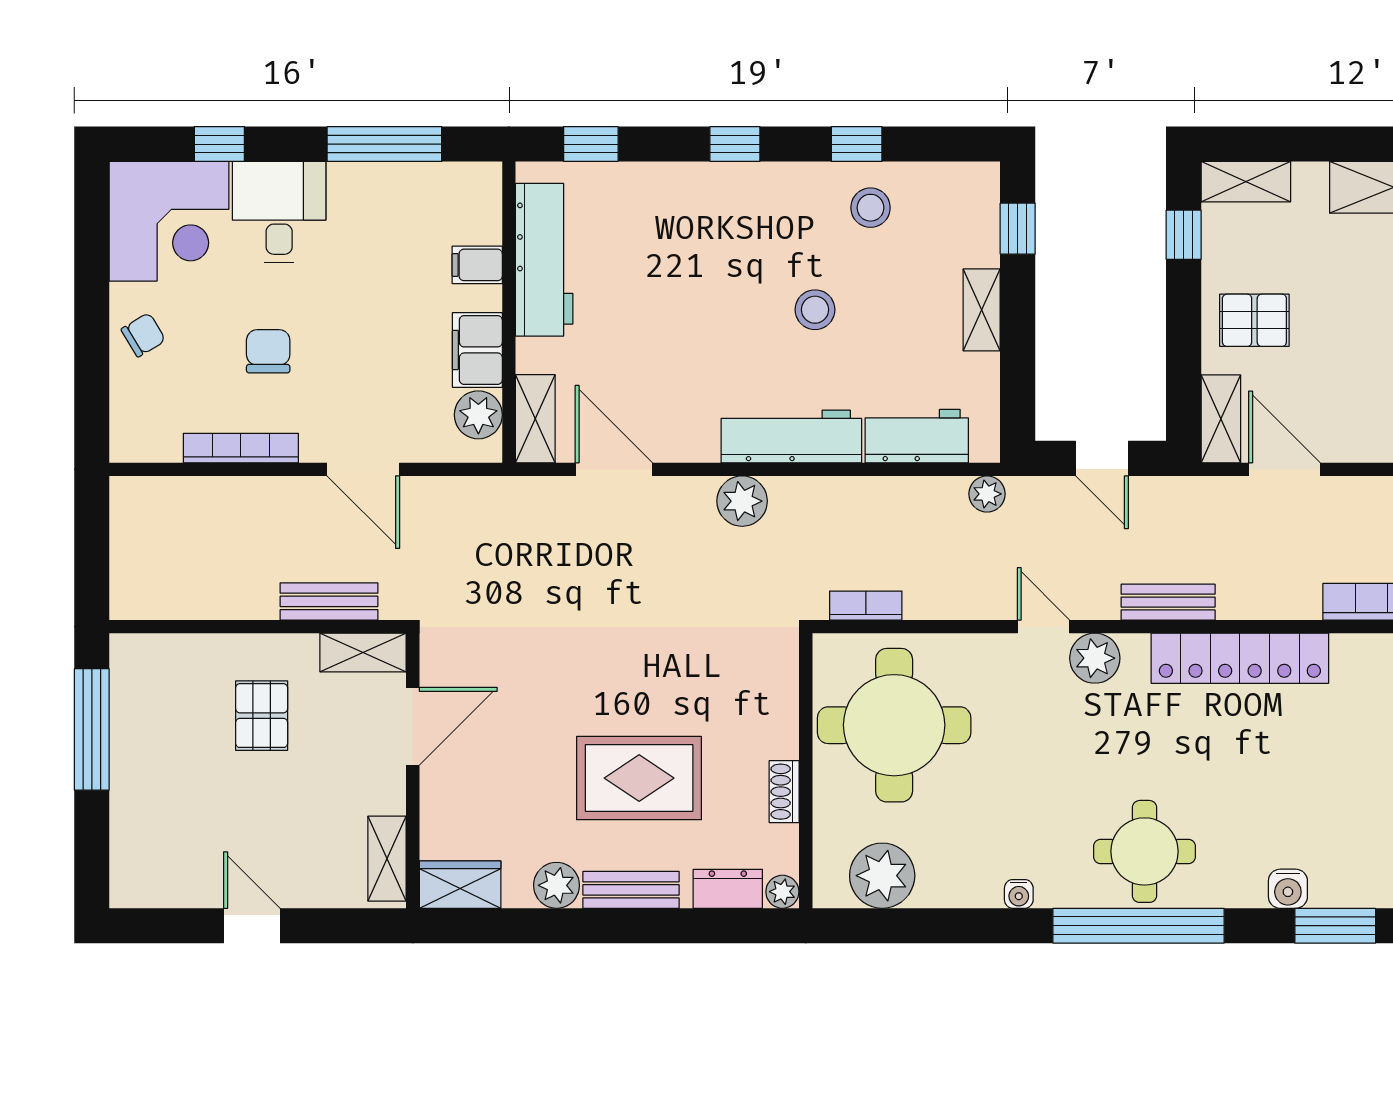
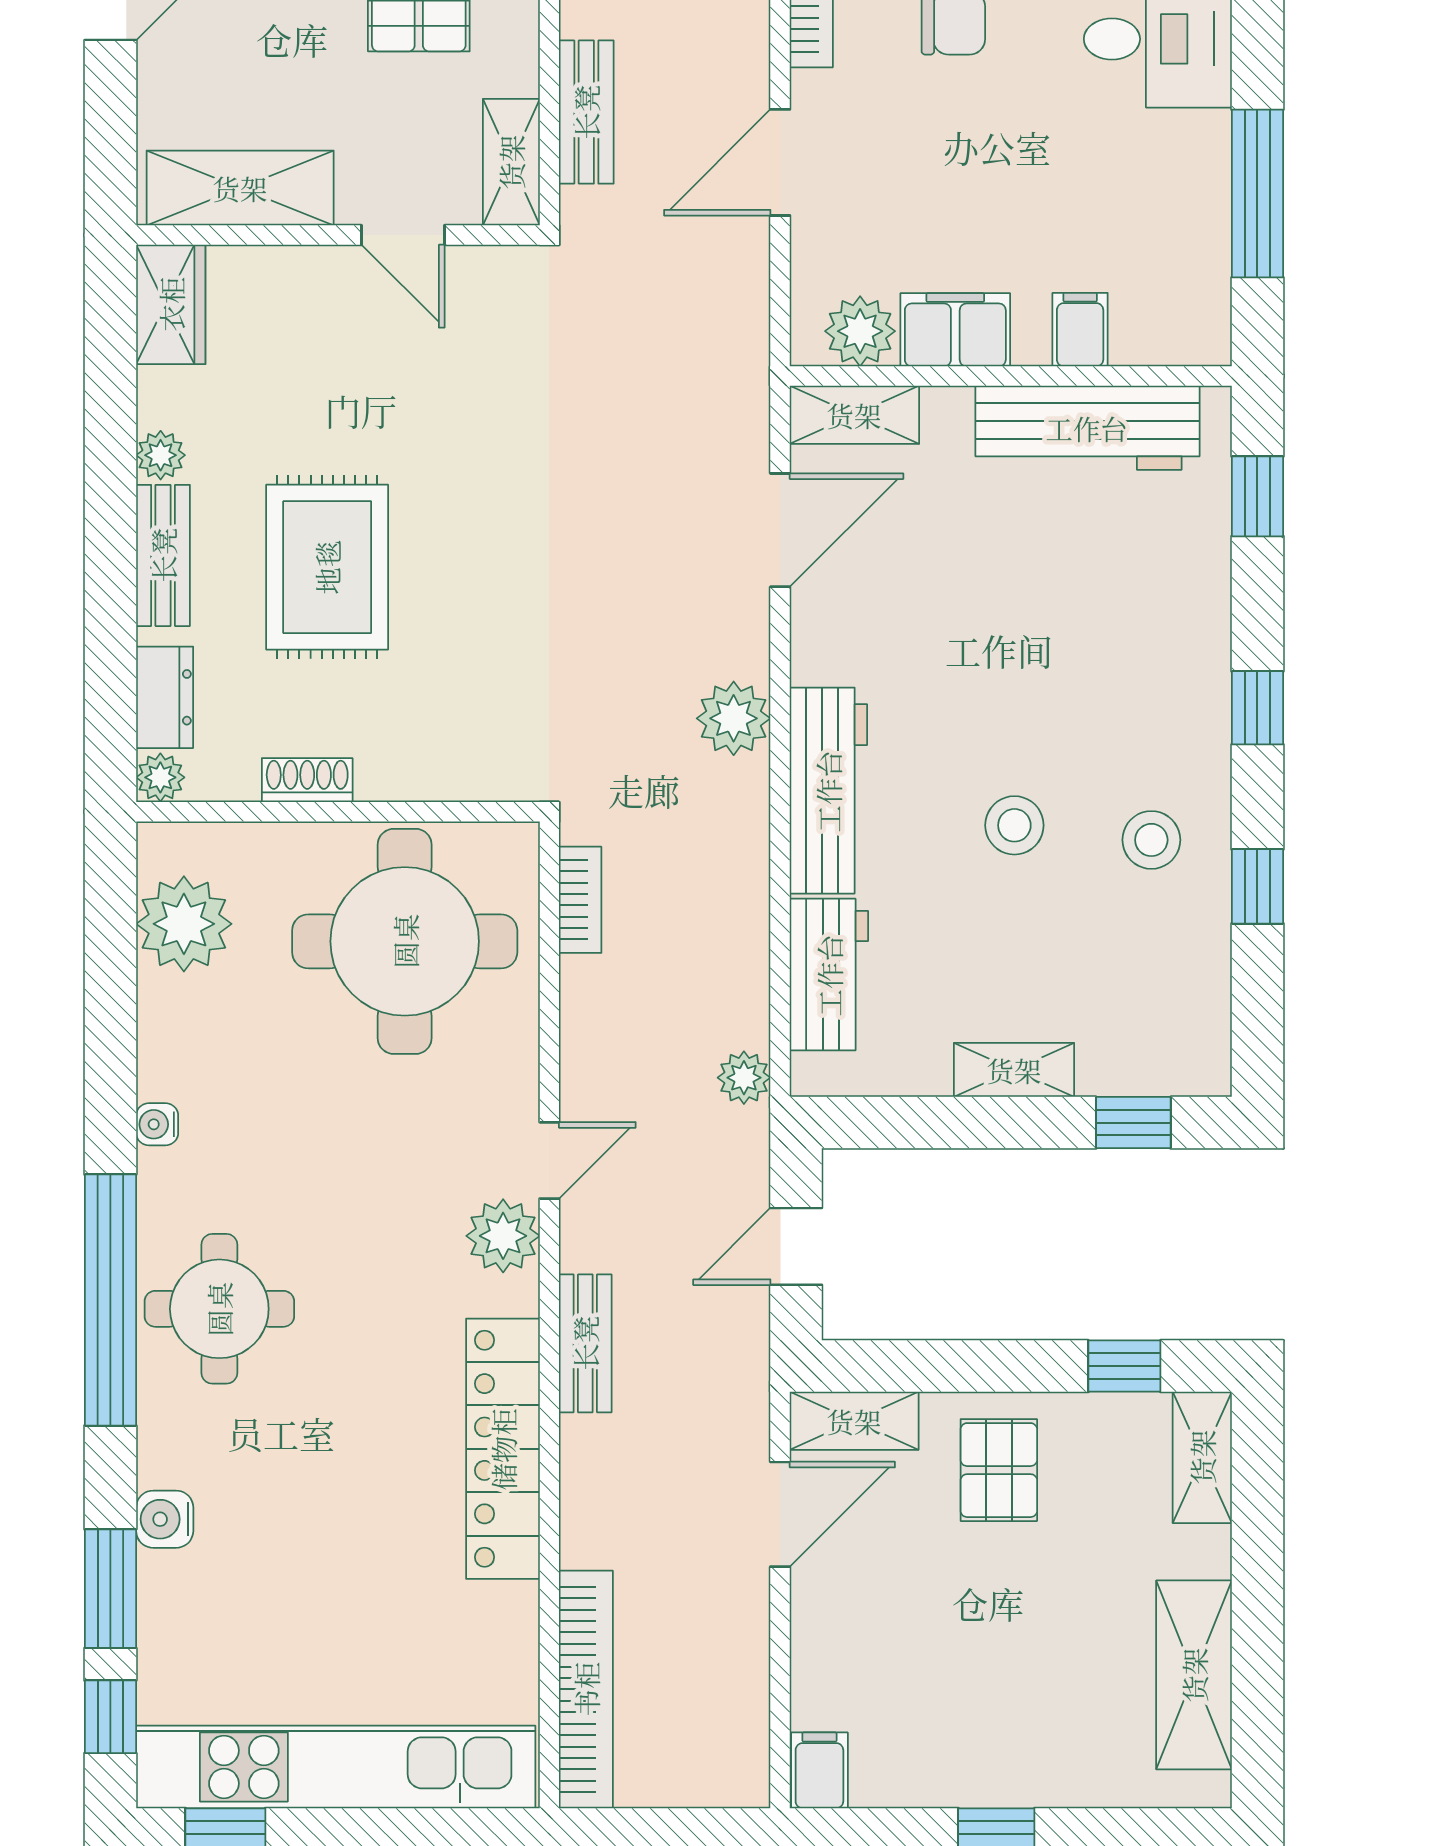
stool: (870, 208) -> (1151, 840), moved
door: (413, 726) -> (403, 235), width x0.73
shelving: (387, 859) -> (240, 188), width x1.50, depth x1.33
plant: (557, 885) -> (161, 455), width x0.73, depth x0.73

